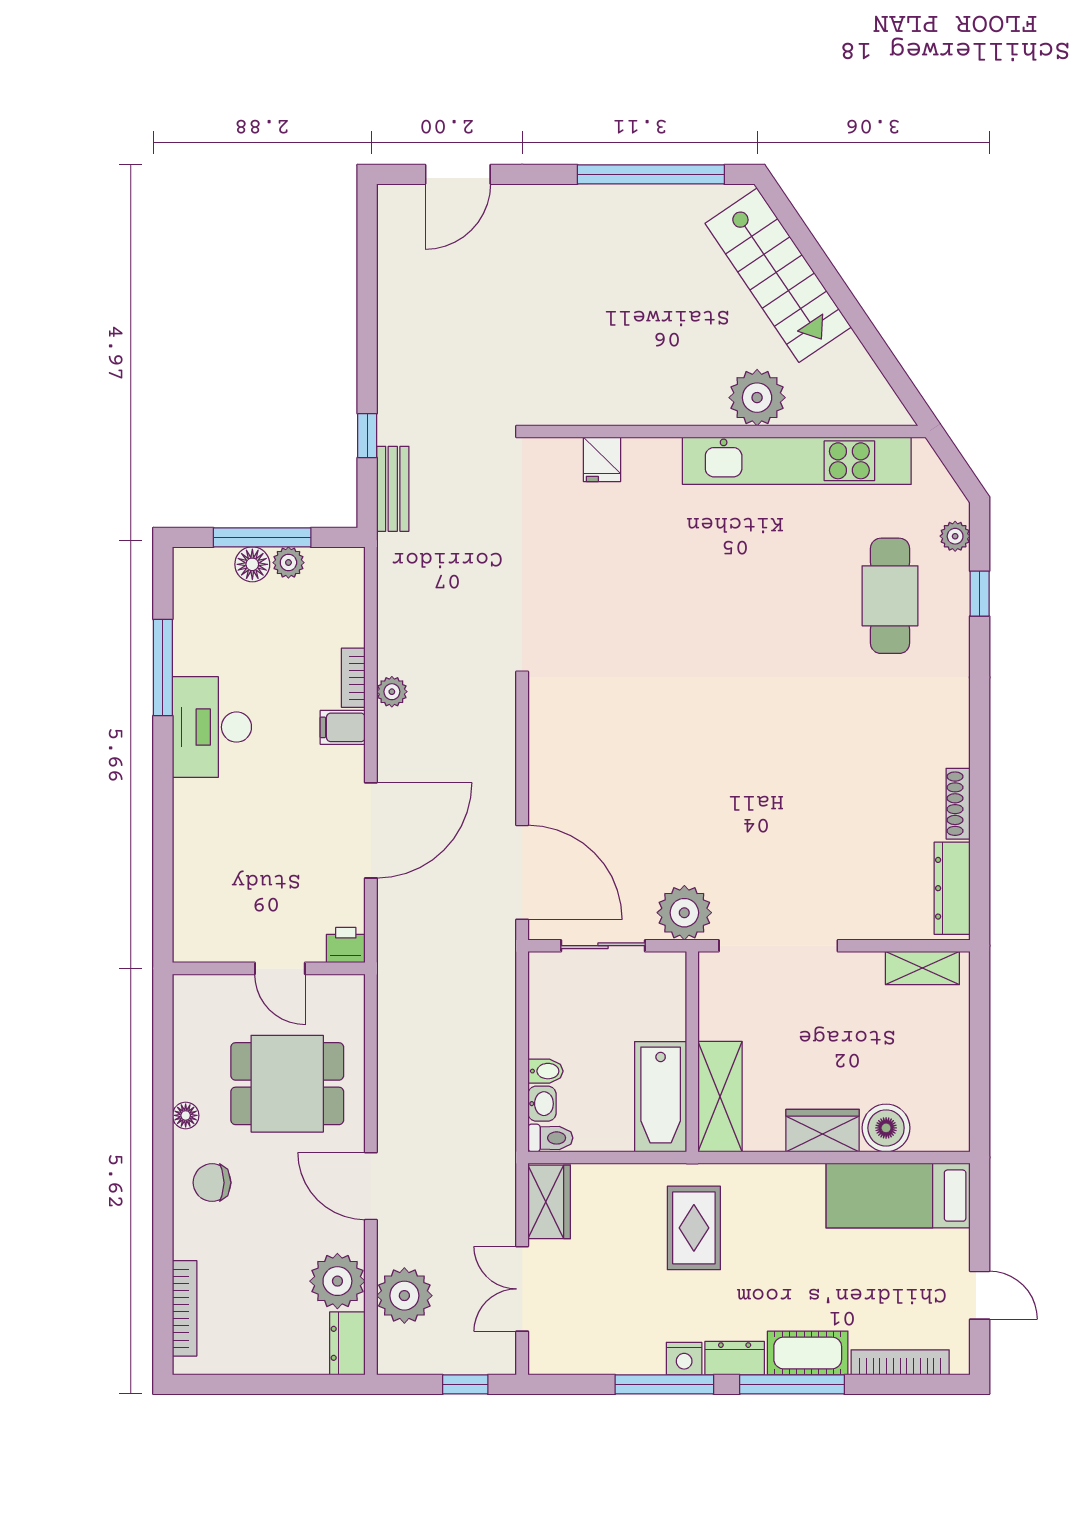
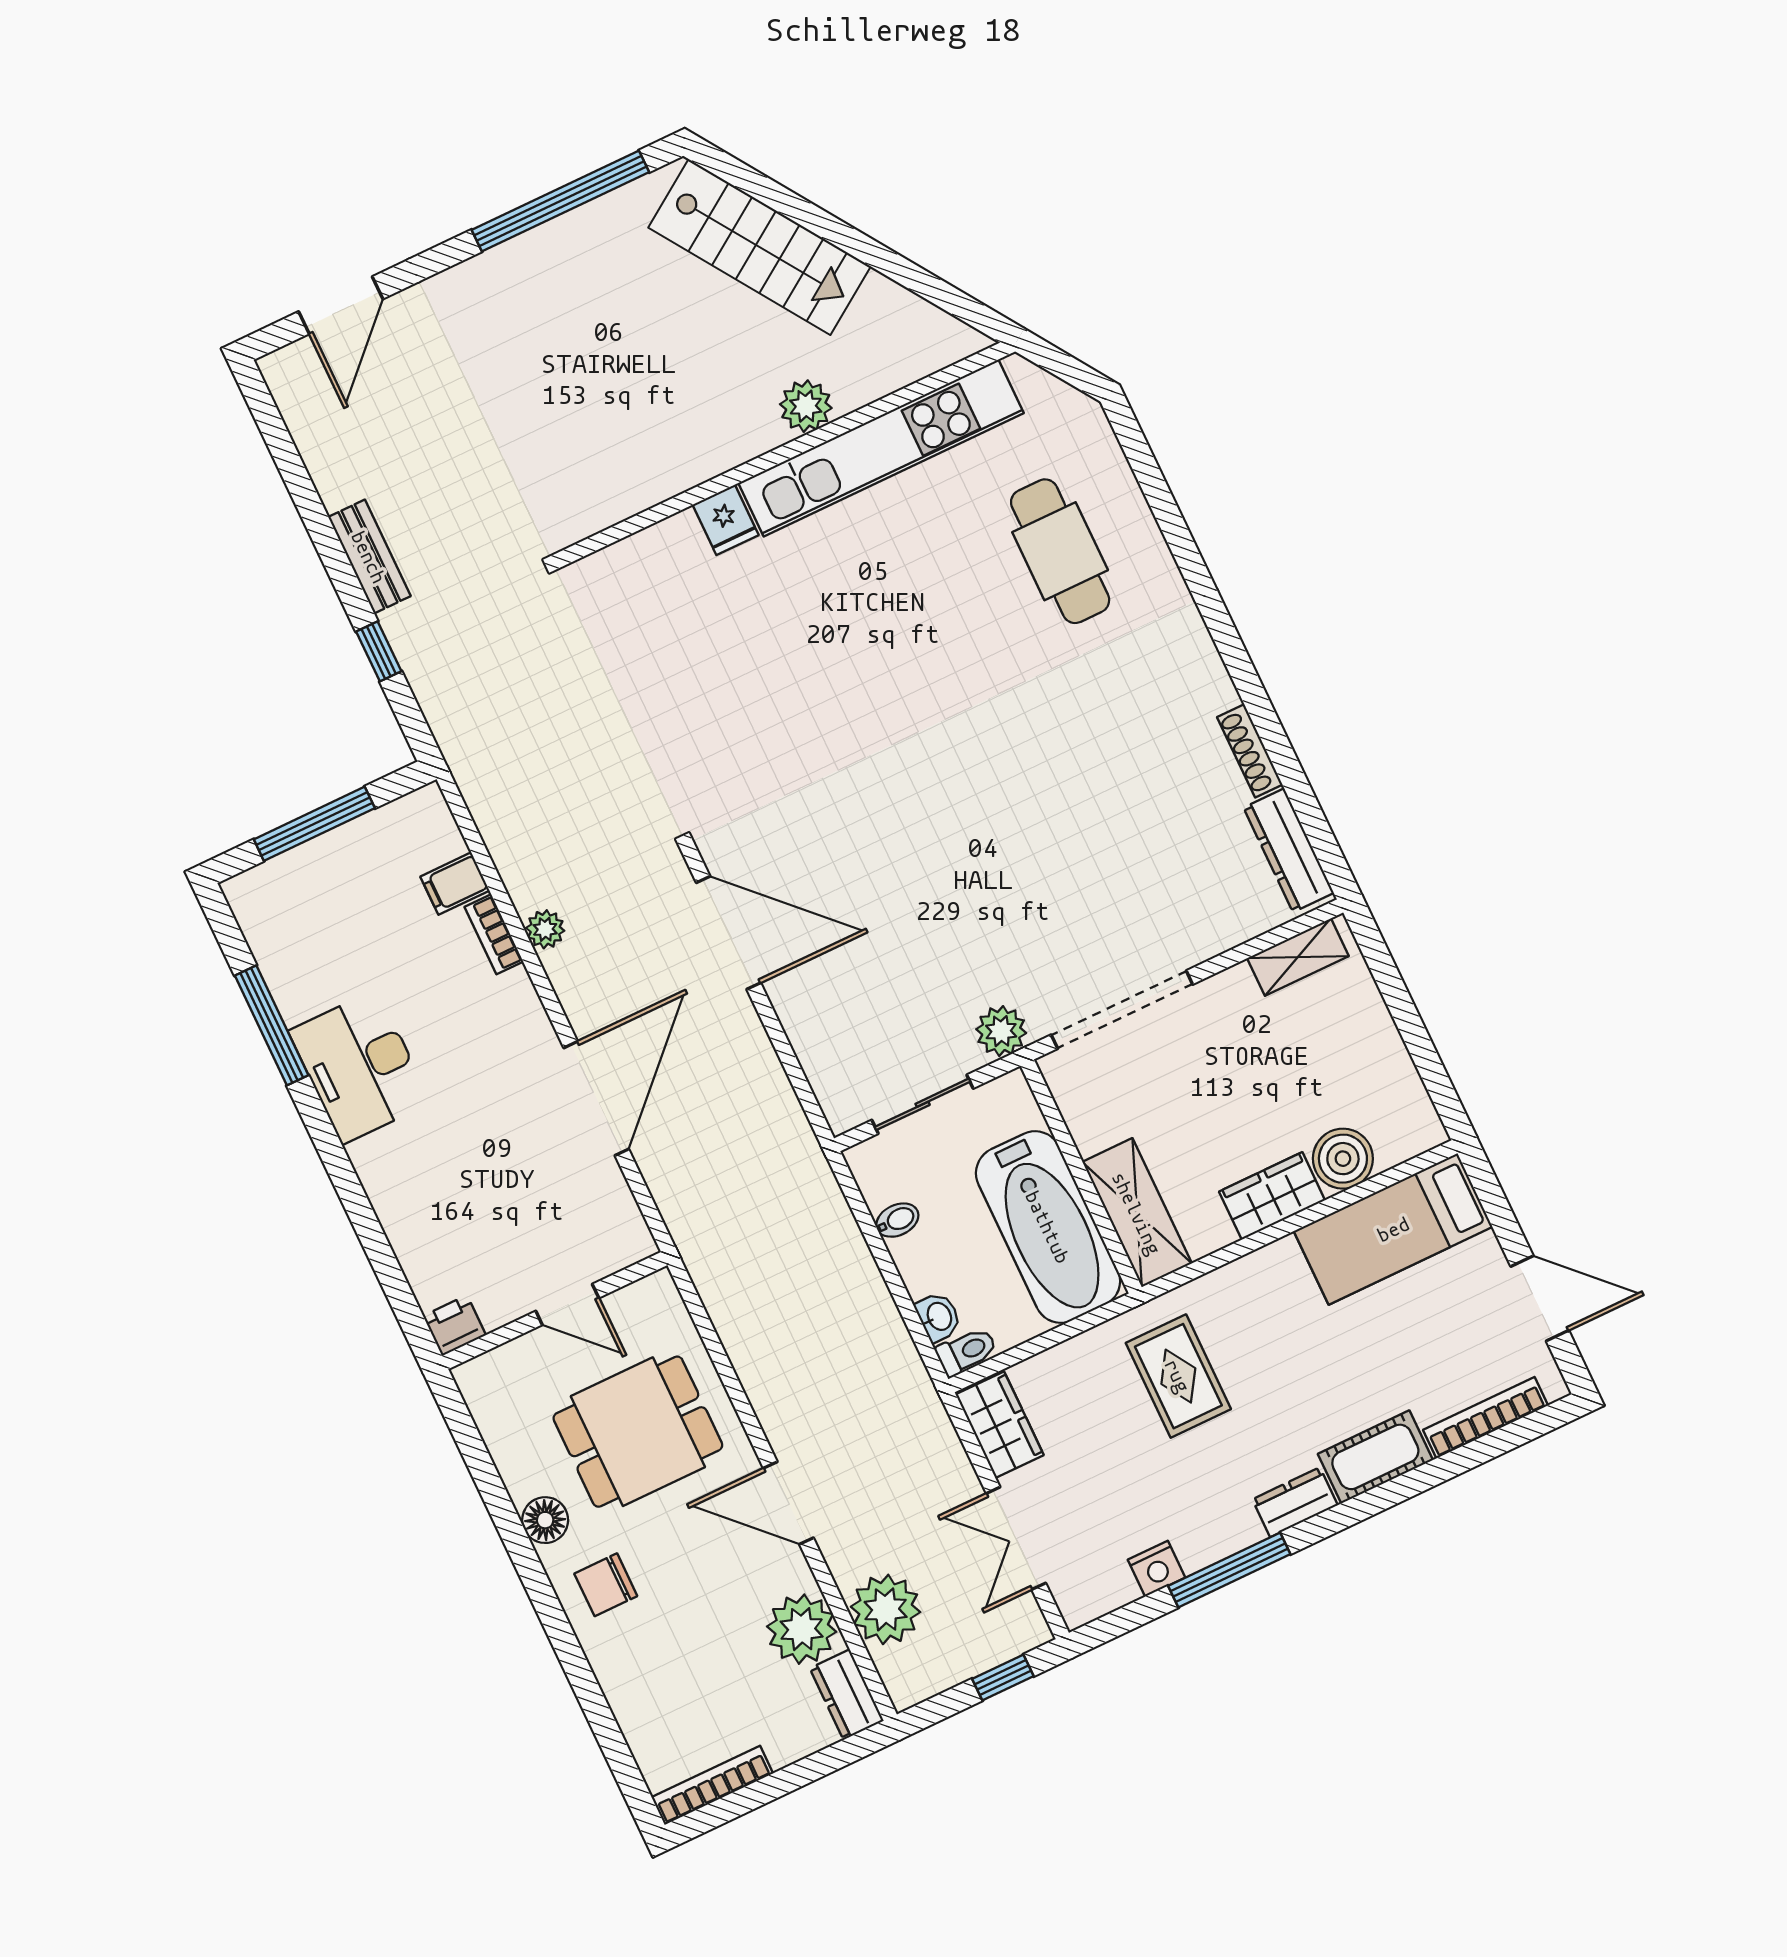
plant: (757, 398) -> (806, 406), width x0.73, depth x0.73
fridge: (602, 459) -> (726, 520), moved
bench: (393, 489) -> (369, 557), moved
plant: (955, 536) -> (1102, 448), removed
plant: (288, 563) -> (358, 838), removed
floor lamp: (252, 564) -> (318, 860), removed
window: (980, 594) -> (1161, 500), removed
filing cabinet: (343, 727) -> (455, 884), moved
door: (522, 872) -> (728, 933), moved
plant: (684, 913) -> (1001, 1031), width x0.73, depth x0.73
printer: (346, 945) -> (455, 1326), moved
bidet: (545, 1071) -> (897, 1220), moved
bathtub: (661, 1097) -> (1048, 1227), width x1.36, depth x1.36
floor lamp: (186, 1115) -> (545, 1520), width x1.37, depth x1.37
door: (980, 1295) -> (1540, 1298), width x1.38
bookcase: (185, 1308) -> (712, 1785), moved, turned -90
nightstand: (684, 1359) -> (1157, 1569), moved
window: (792, 1384) -> (1374, 1501), removed

